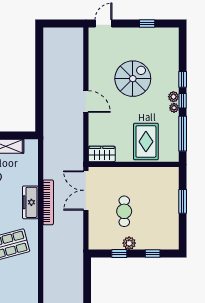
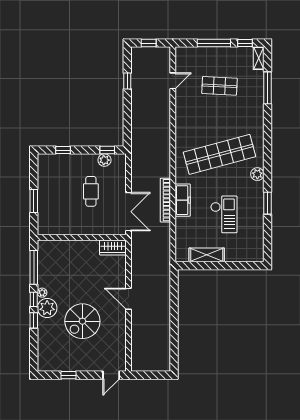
plant: (173, 97) -> (47, 308), width x1.87, depth x1.87
rug: (146, 142) -> (70, 260), removed
plant: (129, 243) -> (104, 160), moved
window: (119, 253) -> (107, 150), moved

